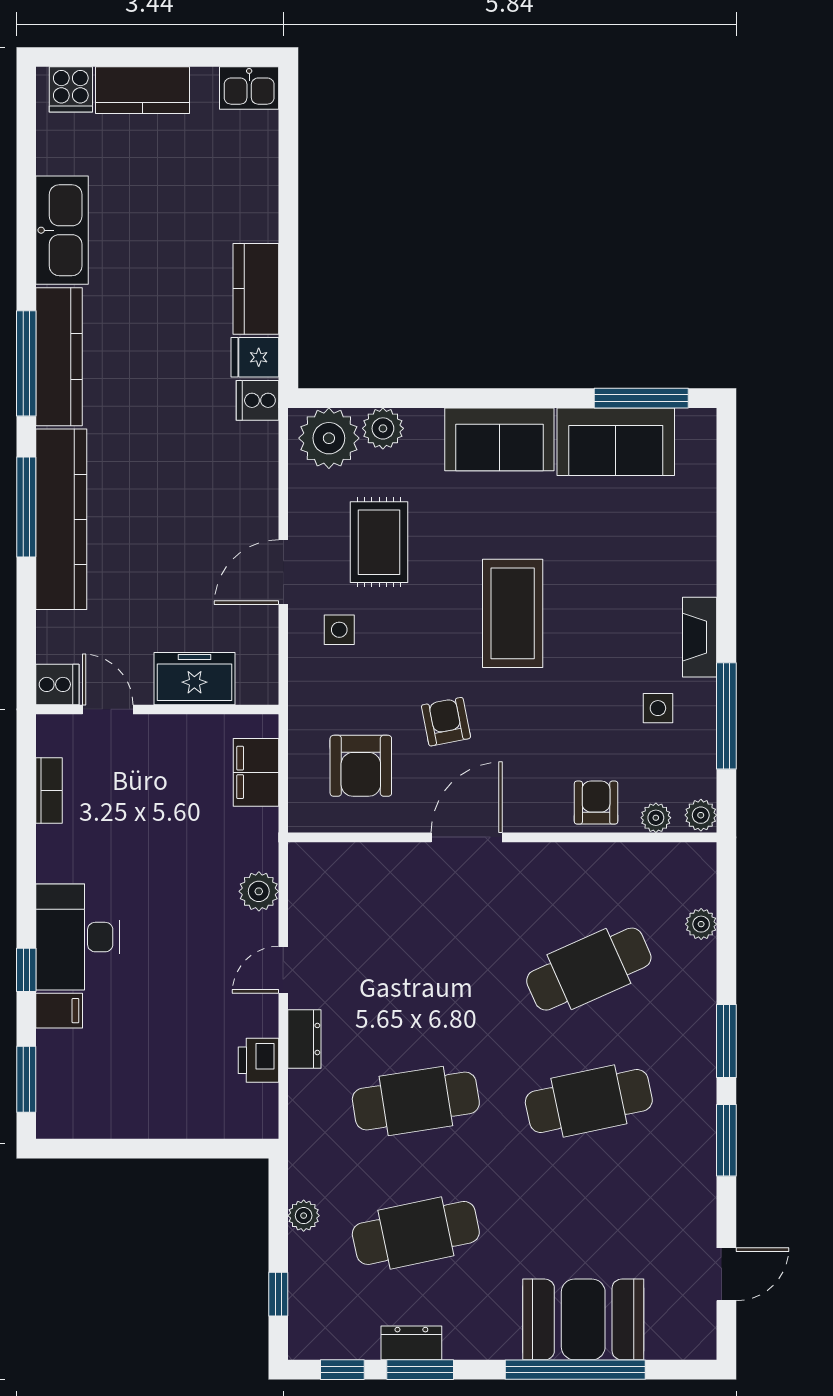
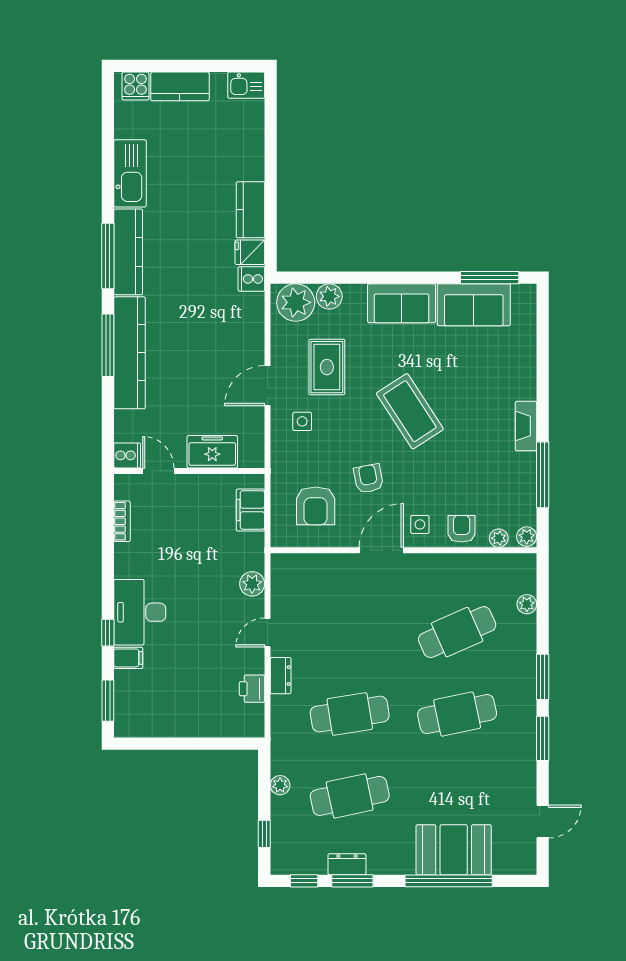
coffee table: (513, 613) -> (410, 411), turned -33
side table: (658, 708) -> (420, 524), moved

